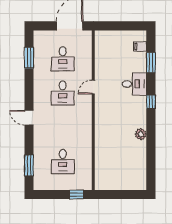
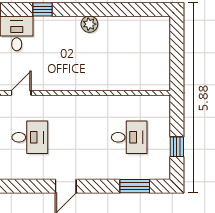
door: (93, 87) -> (21, 93), swing flipped
window: (77, 195) -> (177, 147), moved

